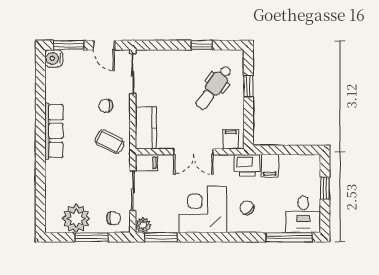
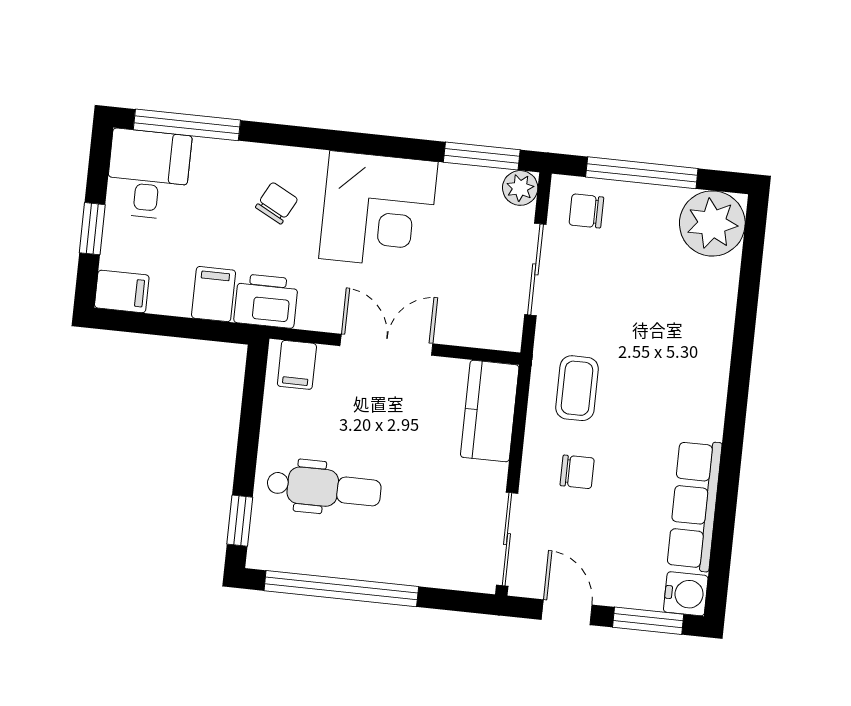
window: (202, 45) -> (341, 589), width x3.17
window: (248, 86) -> (240, 521), moved
dental chair: (214, 88) -> (324, 488), turned 54
row of seats: (54, 131) -> (694, 505), moved
coffee table: (110, 142) -> (577, 388), turned 63
filing cabinet: (147, 163) -> (122, 291), moved, turned 180
chair: (247, 208) -> (277, 203), turned -108
plant: (76, 219) -> (712, 223), moved
window: (91, 237) -> (642, 173), width x1.44

